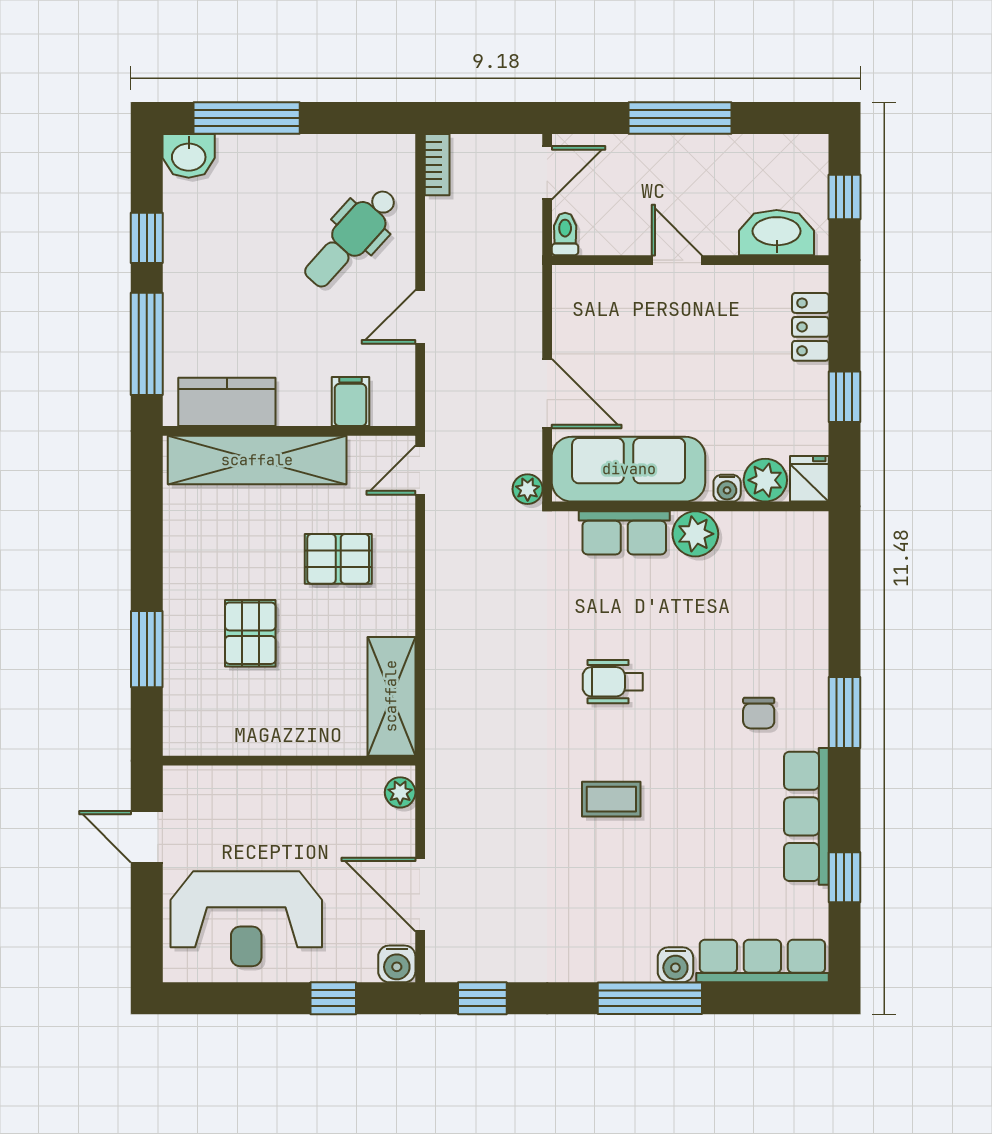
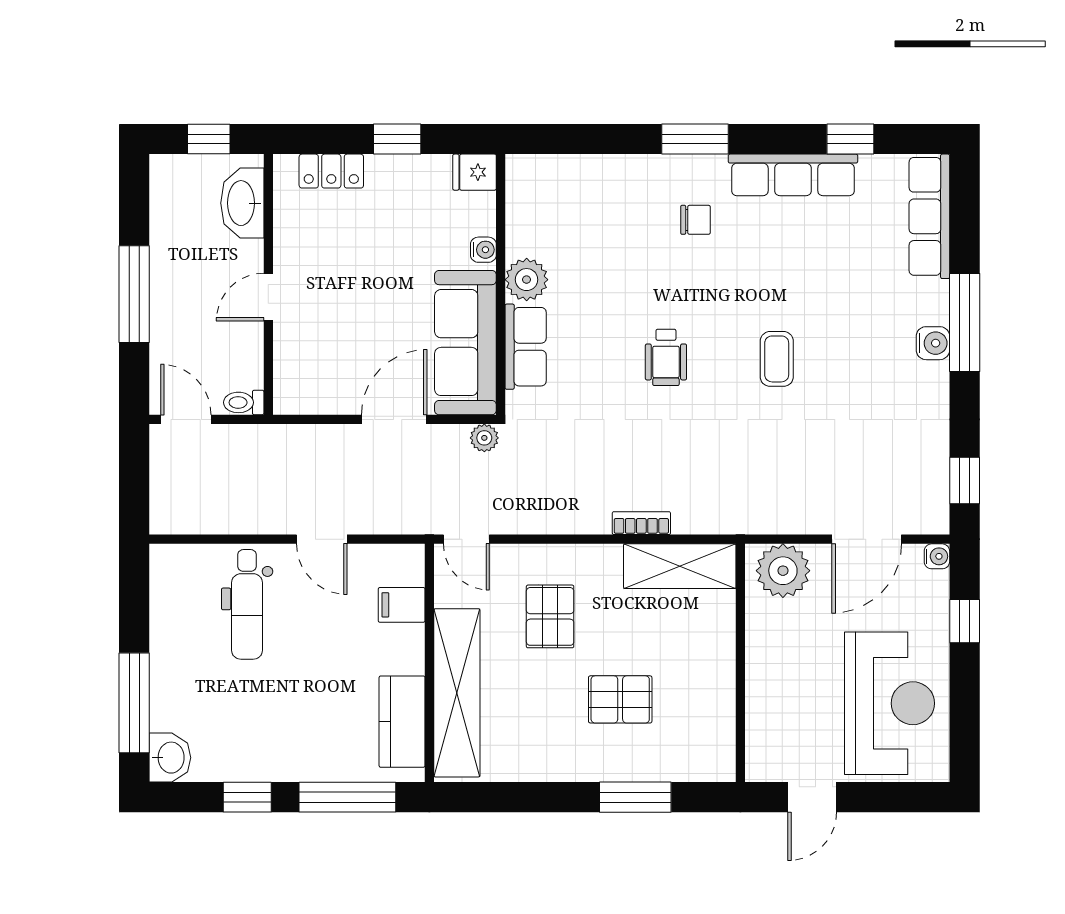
bookcase: (437, 165) -> (641, 523), moved
dental chair: (351, 238) -> (247, 604), turned 48
plant: (765, 480) -> (476, 214), removed
plant: (400, 792) -> (783, 571), width x1.88, depth x1.88
water cooler: (397, 964) -> (937, 556), width x0.72, depth x0.72
water cooler: (675, 965) -> (933, 343), moved

